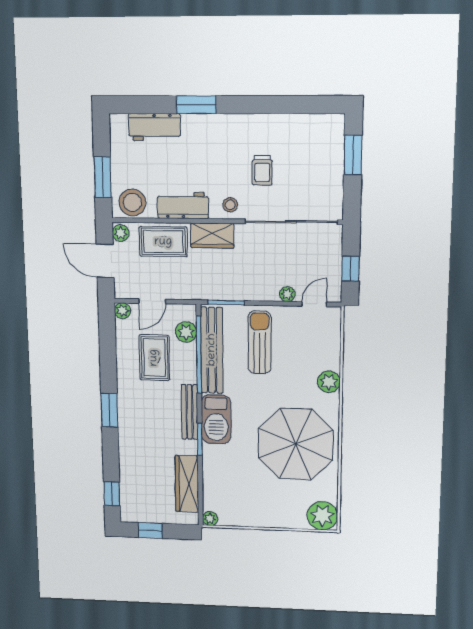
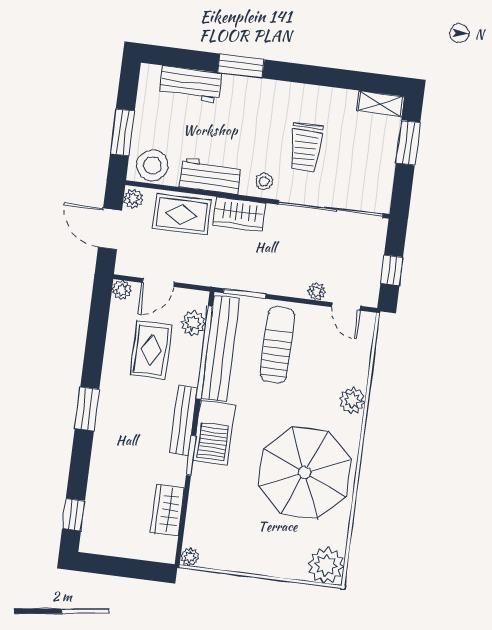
shelving: (324, 123) -> (381, 104), added
trolley: (262, 170) -> (305, 147), width x1.36, depth x1.39
door: (314, 304) -> (346, 307), swing flipped
wardrobe: (187, 484) -> (168, 510), width x0.67
window: (150, 530) -> (114, 566), removed

